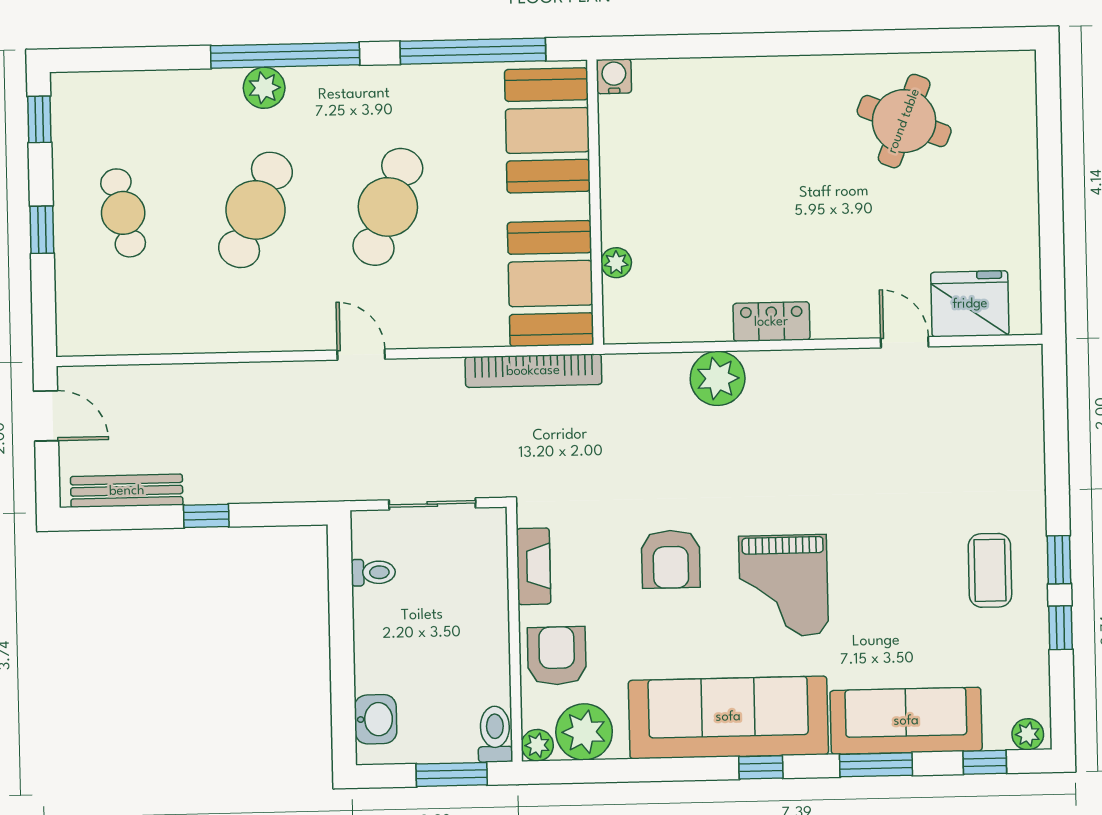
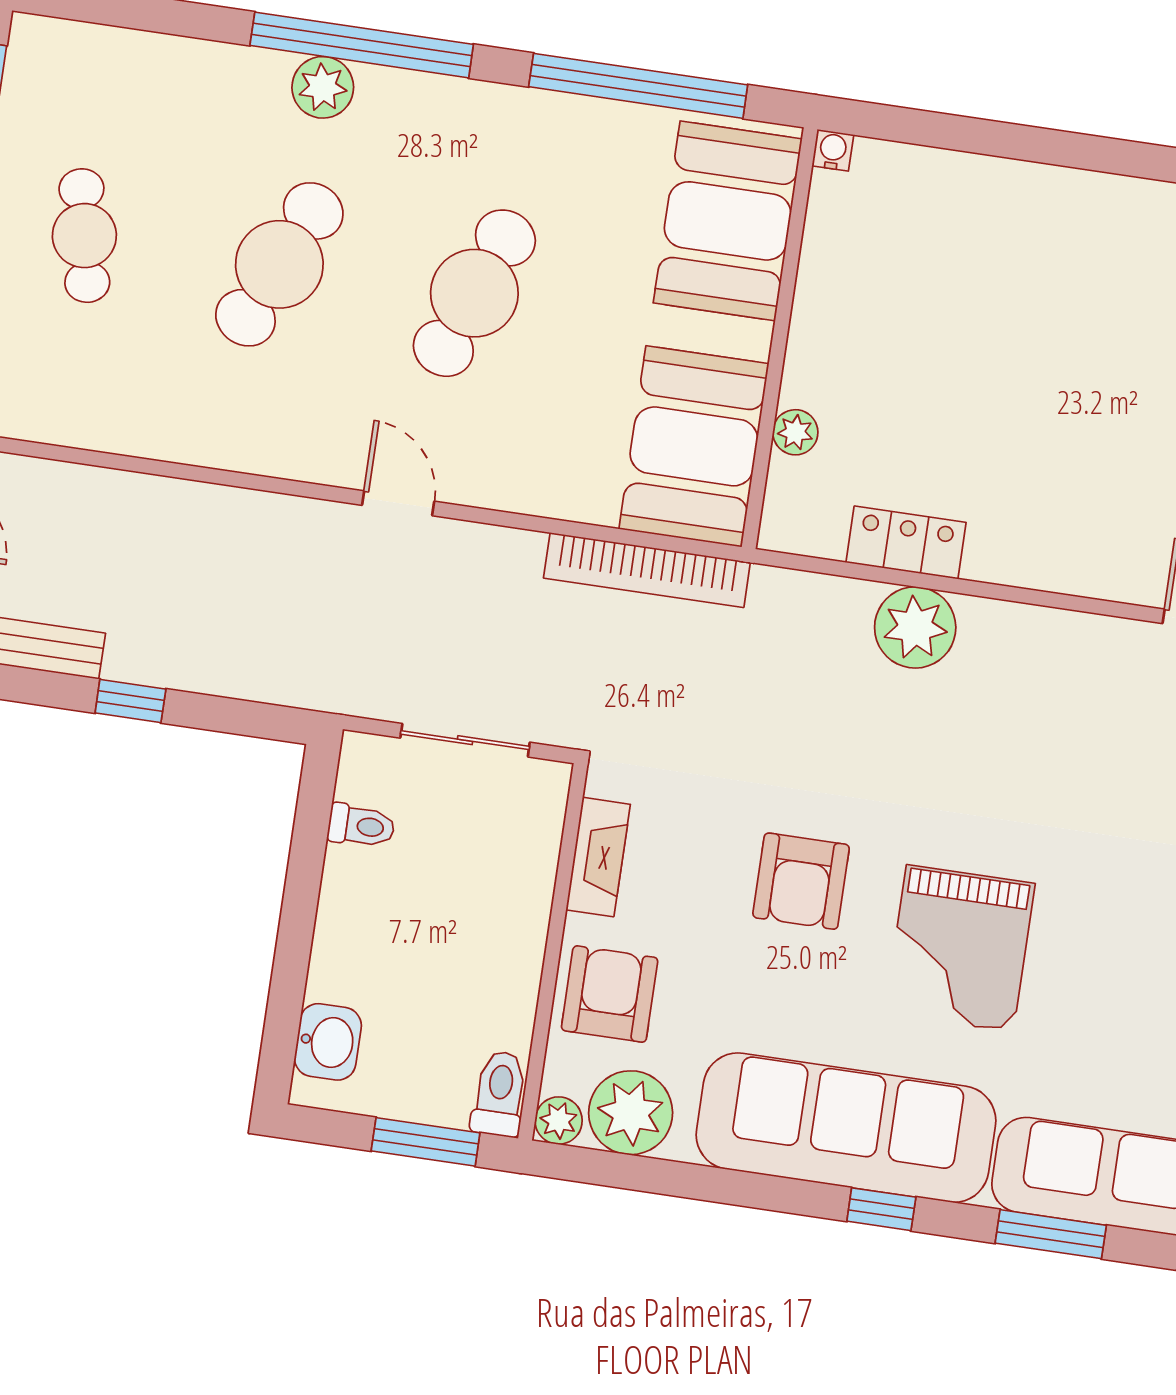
water cooler: (614, 76) -> (833, 150), width x0.72, depth x0.72
locker: (771, 322) -> (906, 543), moved

